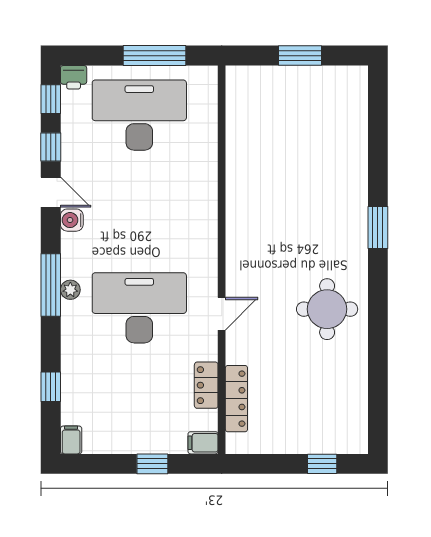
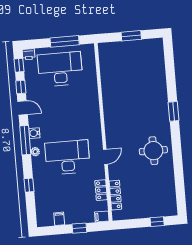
water cooler: (72, 220) -> (34, 133), moved
window: (51, 285) -> (25, 140), moved
window: (51, 387) -> (29, 185), moved
filing cabinet: (71, 440) -> (59, 219), moved

